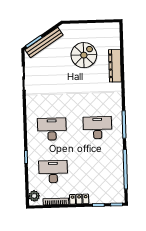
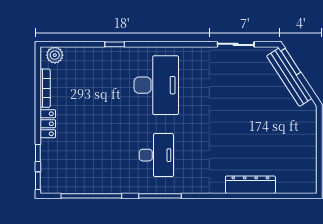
spiral stairs: (84, 55) -> (268, 138), removed
desk: (52, 129) -> (156, 85), width x1.36, depth x1.30
desk: (53, 172) -> (91, 85), removed

